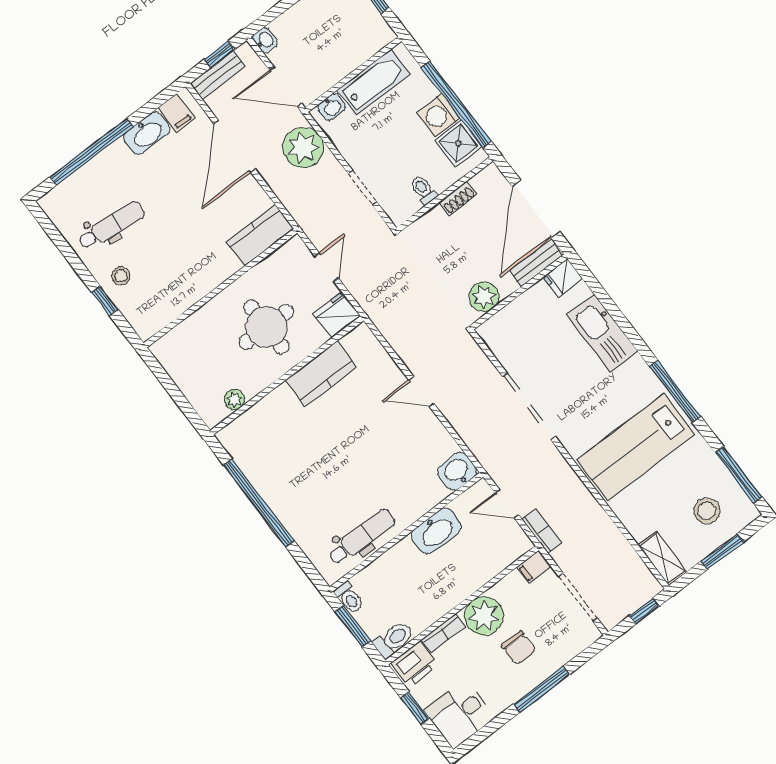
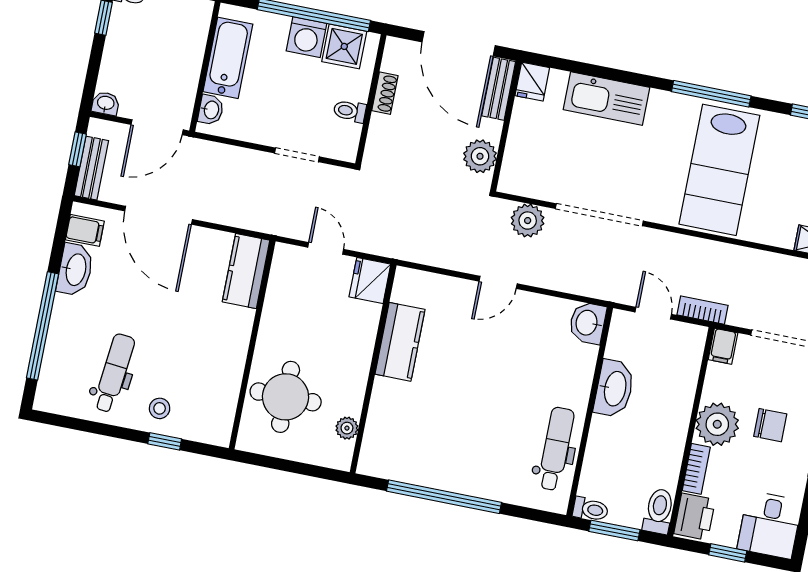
plant: (303, 148) -> (528, 221), moved, width x0.73, depth x0.73
round table: (266, 327) -> (286, 397), moved
door: (507, 504) -> (653, 313), swing flipped

